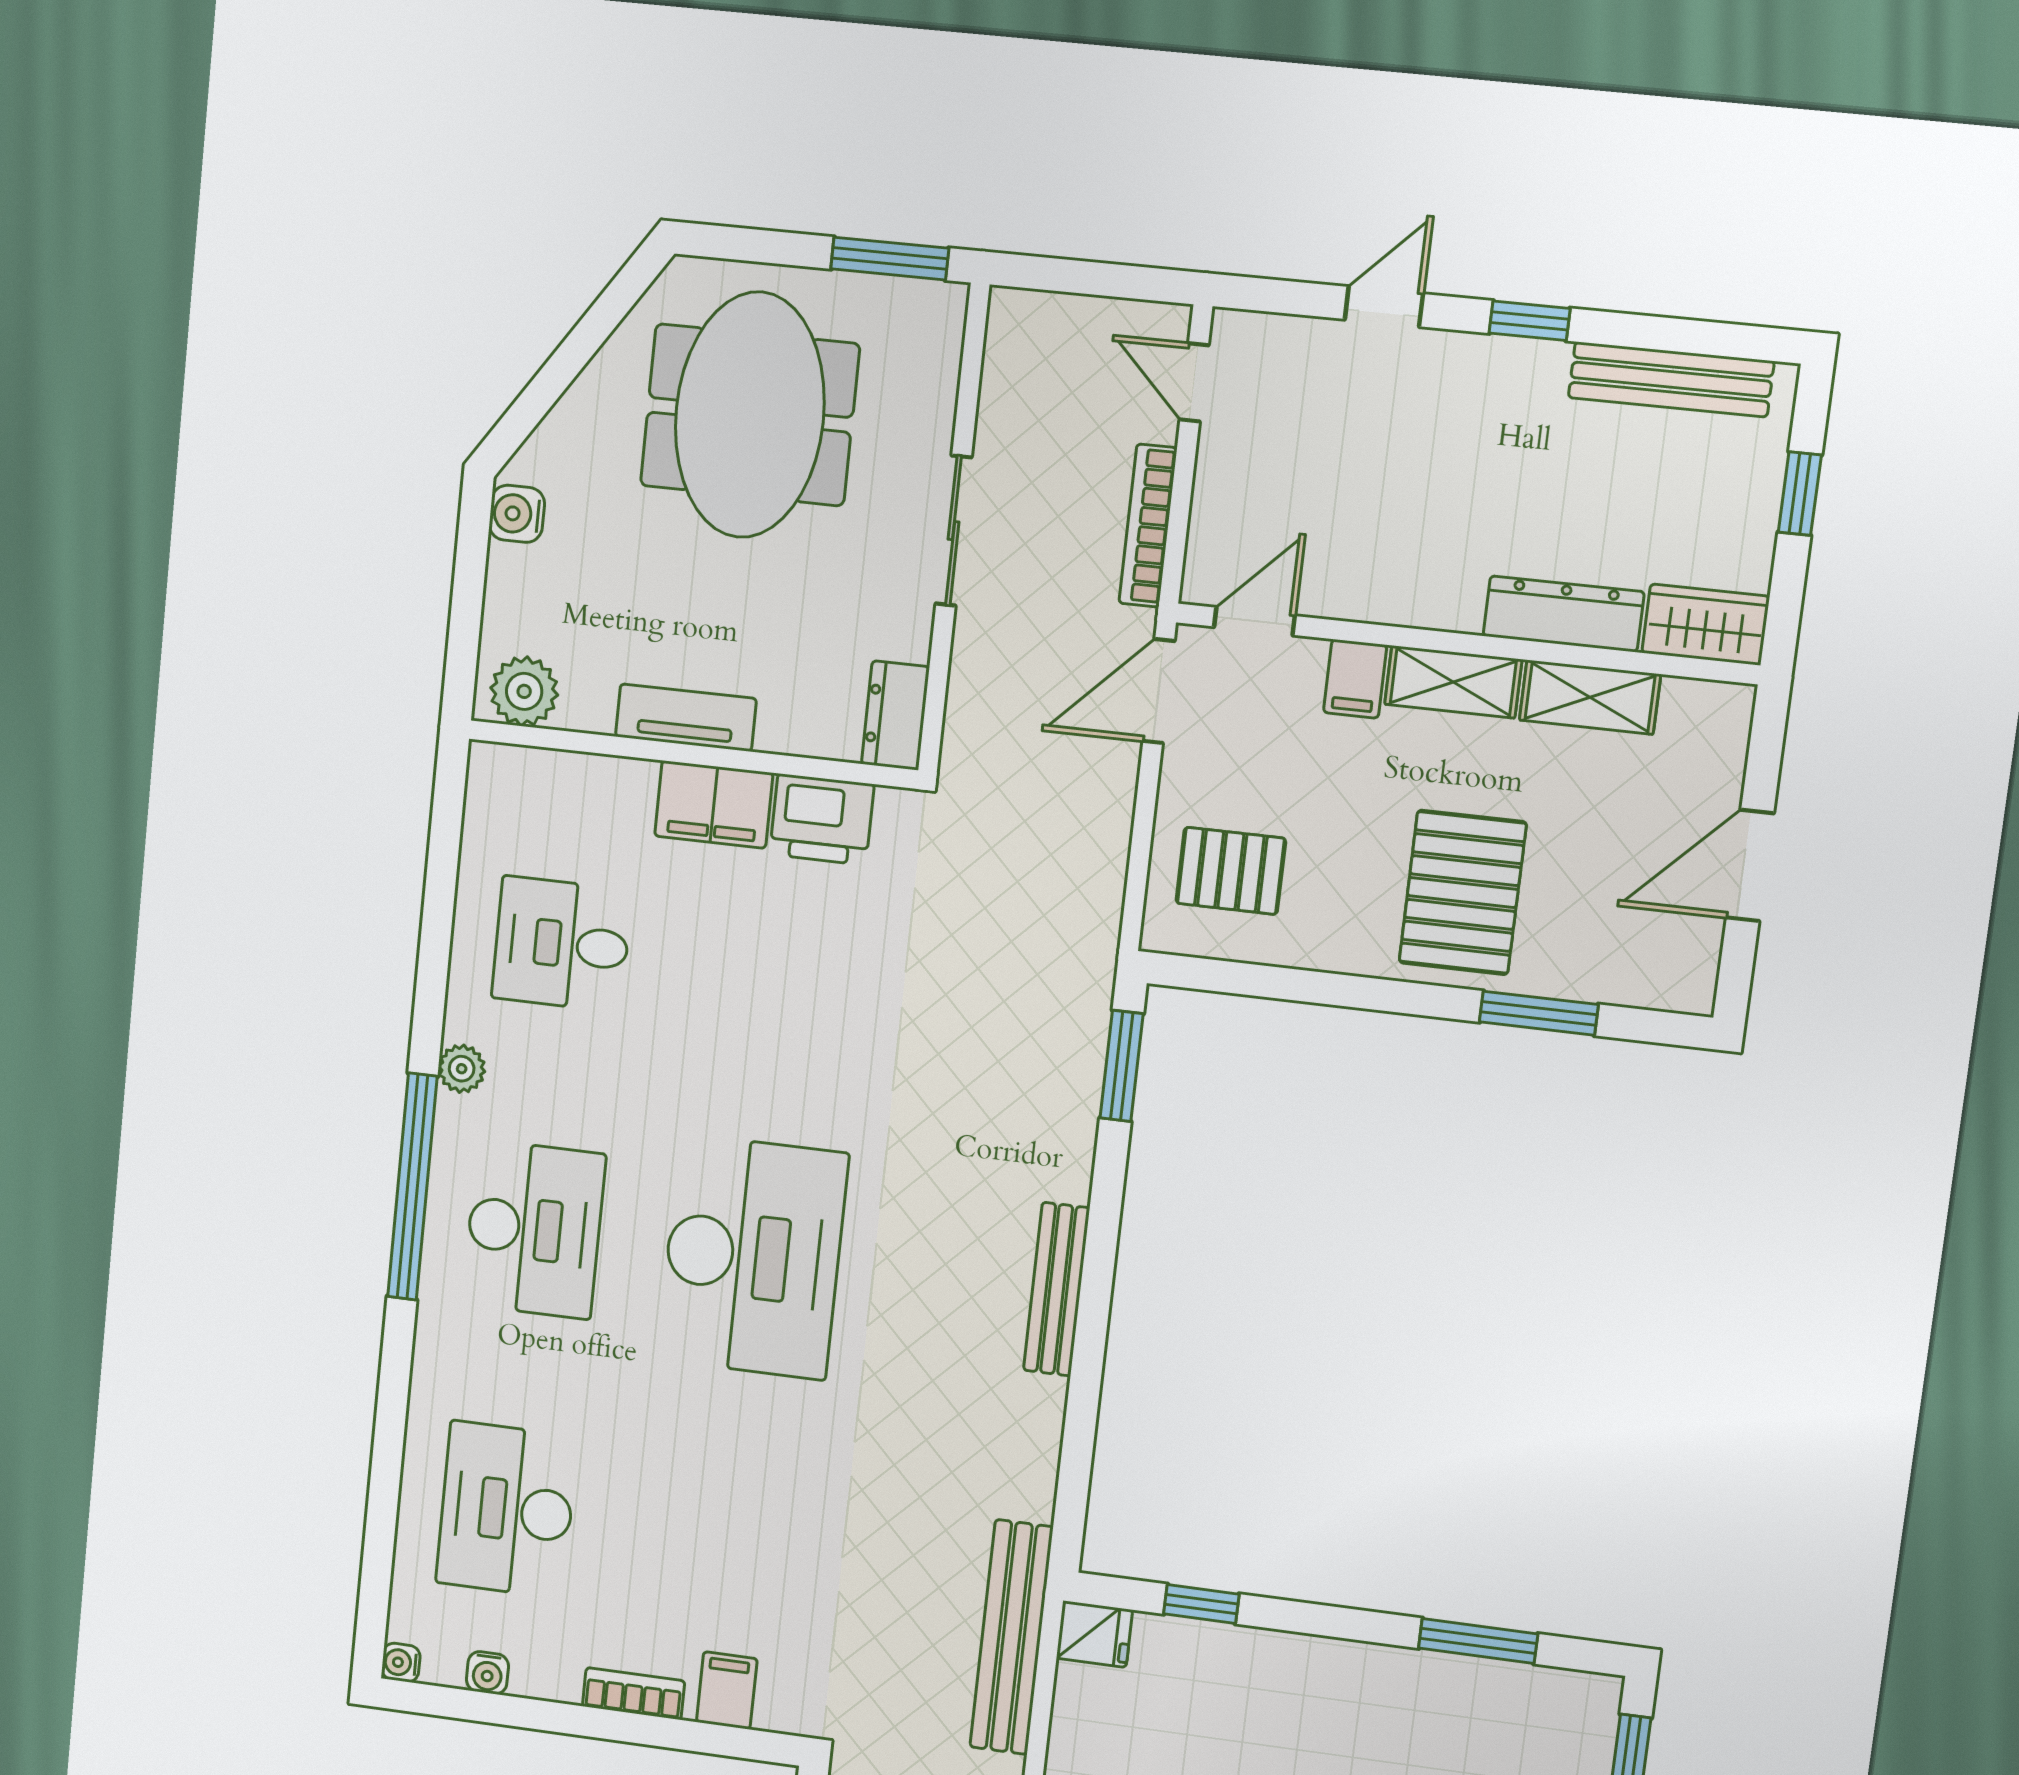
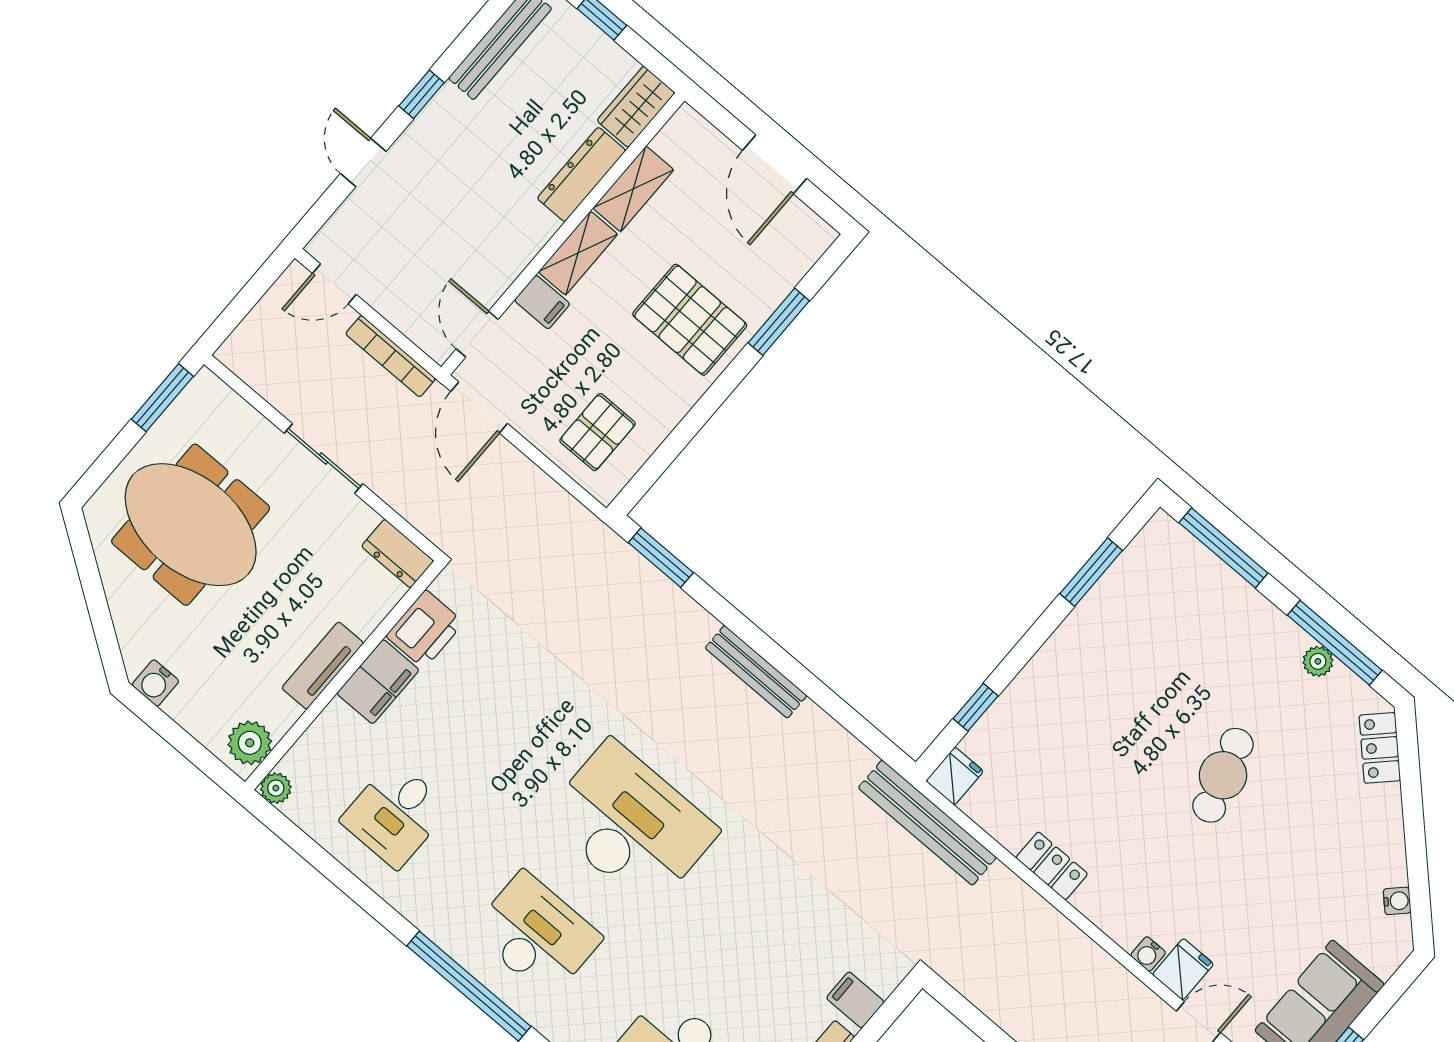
plant: (462, 1069) -> (276, 788), moved

